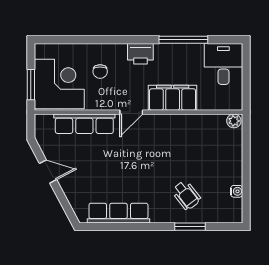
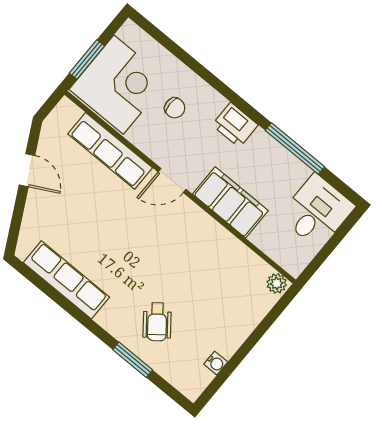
chair: (100, 71) -> (175, 108), turned -90

